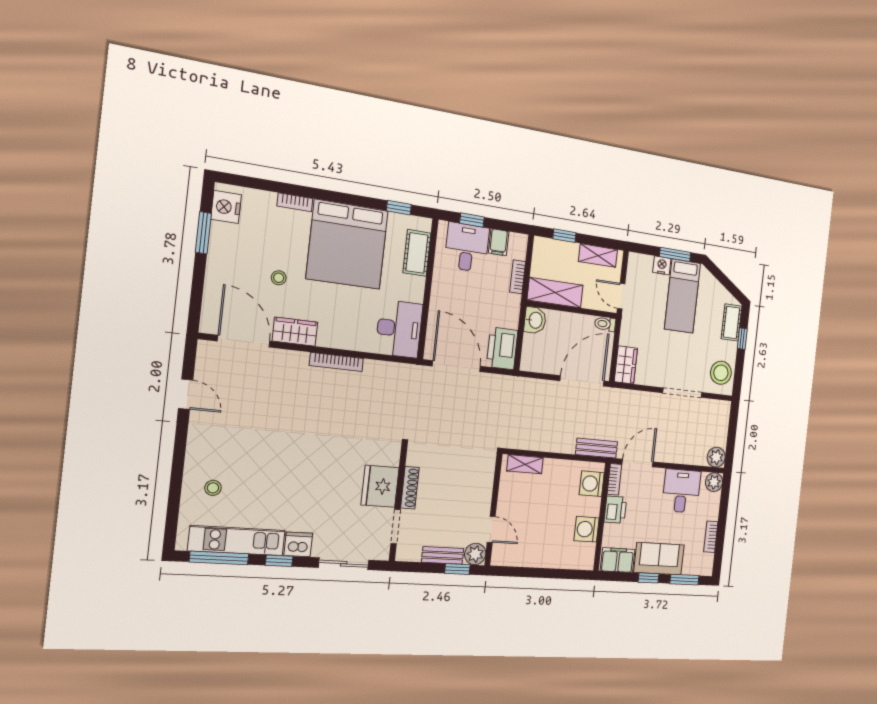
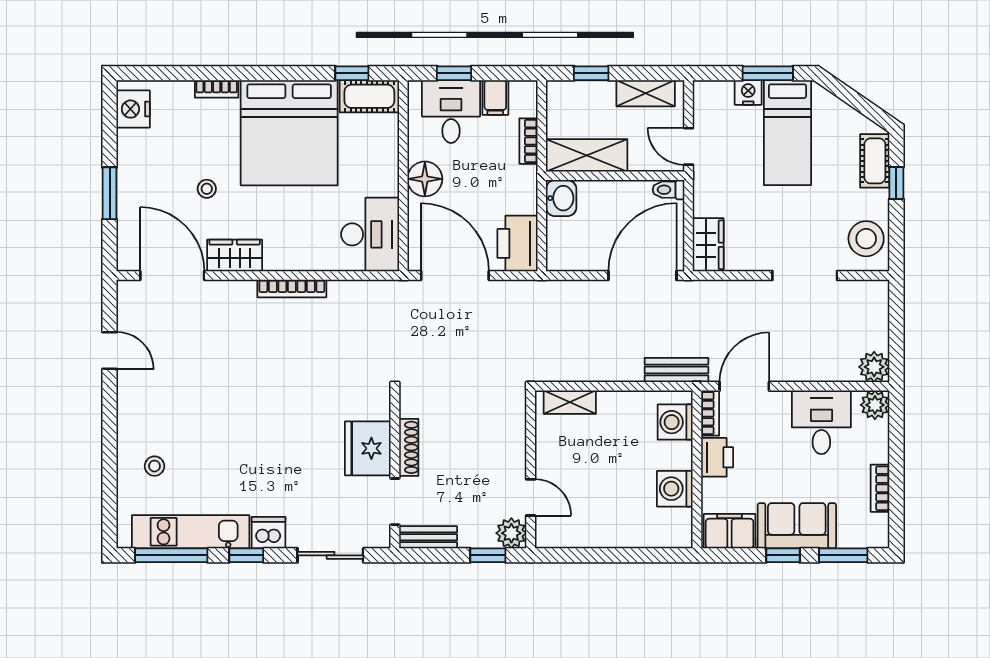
window: (203, 233) -> (110, 193), moved
cot: (417, 253) -> (369, 96), moved, turned 90
floor lamp: (443, 293) -> (425, 179), added
bench: (443, 555) -> (428, 537), moved

